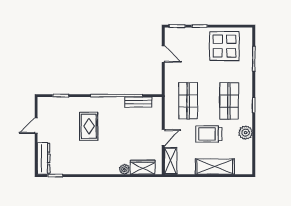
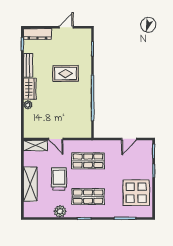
bench: (138, 102) -> (28, 65), moved
door: (36, 126) -> (66, 27), hinge flipped
wardrobe: (143, 167) -> (30, 89), moved

